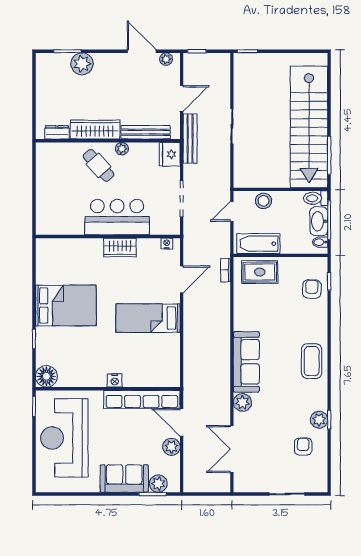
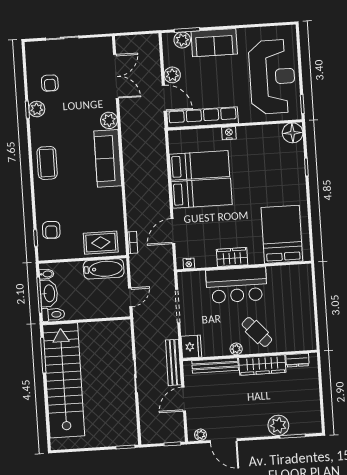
stool: (264, 201) -> (101, 309), removed
bed: (66, 306) -> (282, 234), moved, turned 90
bed: (148, 348) -> (200, 165), added

